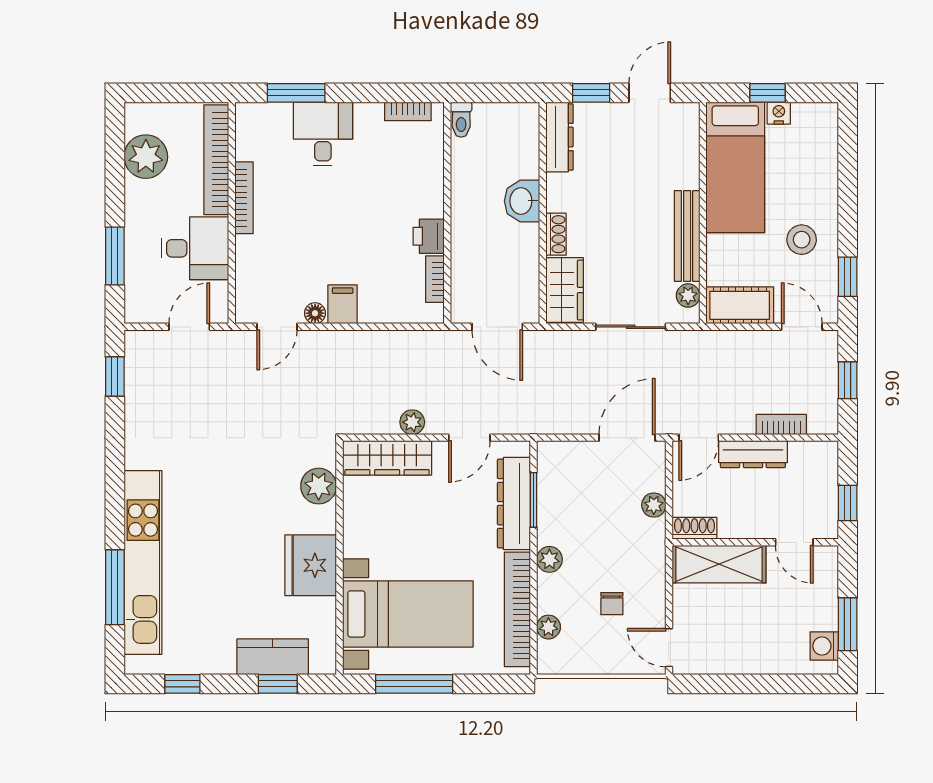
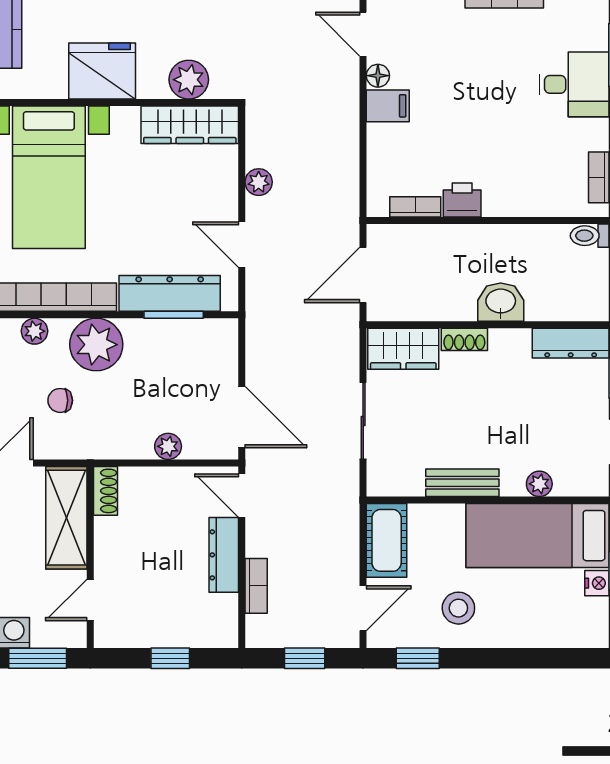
bench: (687, 236) -> (462, 483), width x0.73
plant: (688, 296) -> (539, 484), moved
wardrobe: (387, 458) -> (190, 125), moved, turned -90
shoe rack: (694, 528) -> (106, 491), moved
wall: (755, 542) -> (90, 557), moved
door: (794, 542) -> (90, 600), moved
plant: (549, 559) -> (96, 345), width x1.88, depth x1.88
shelving: (719, 564) -> (66, 518), moved

